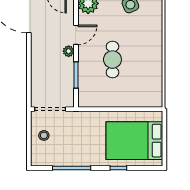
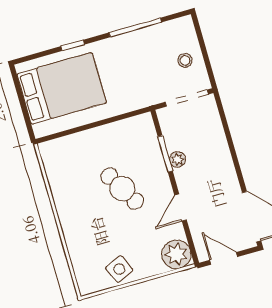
plant: (69, 51) -> (178, 159), moved
cafe table: (112, 60) -> (122, 189), turned -30

